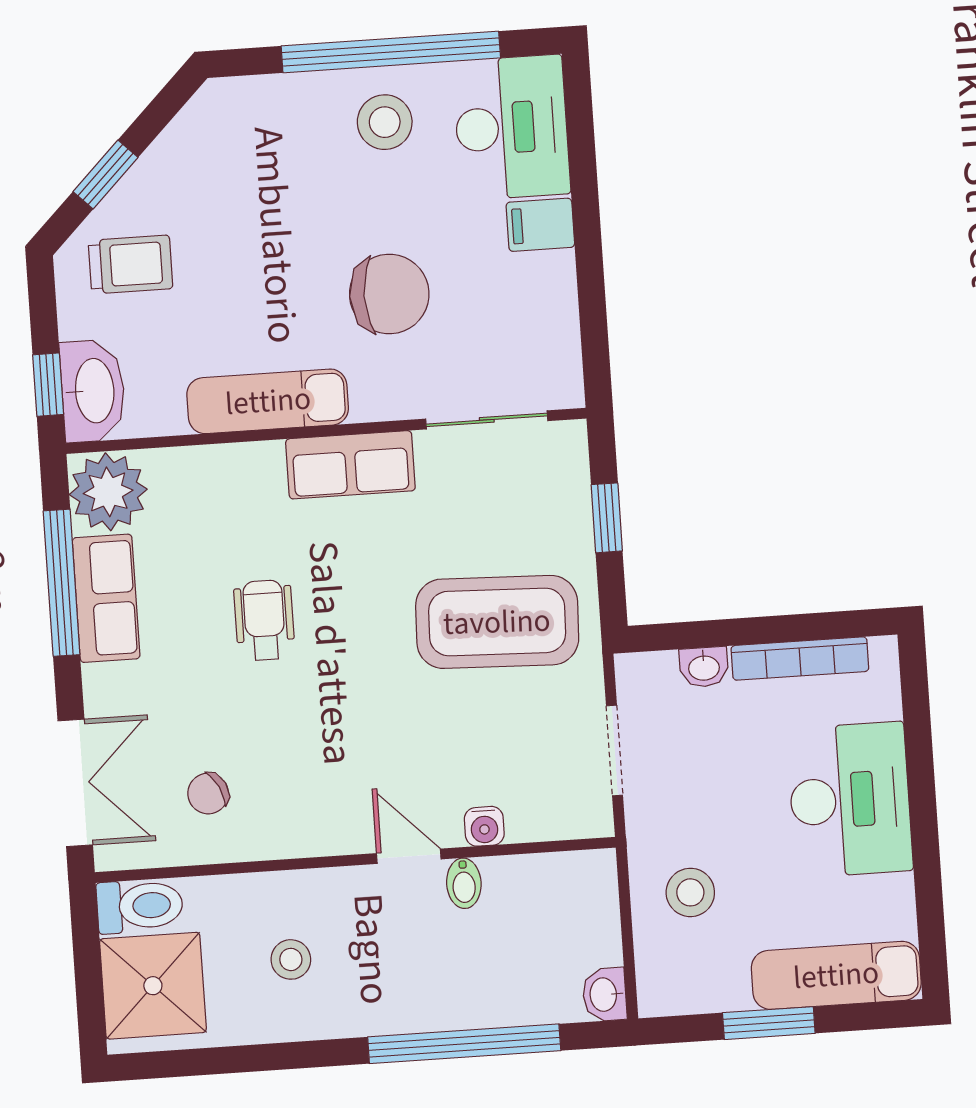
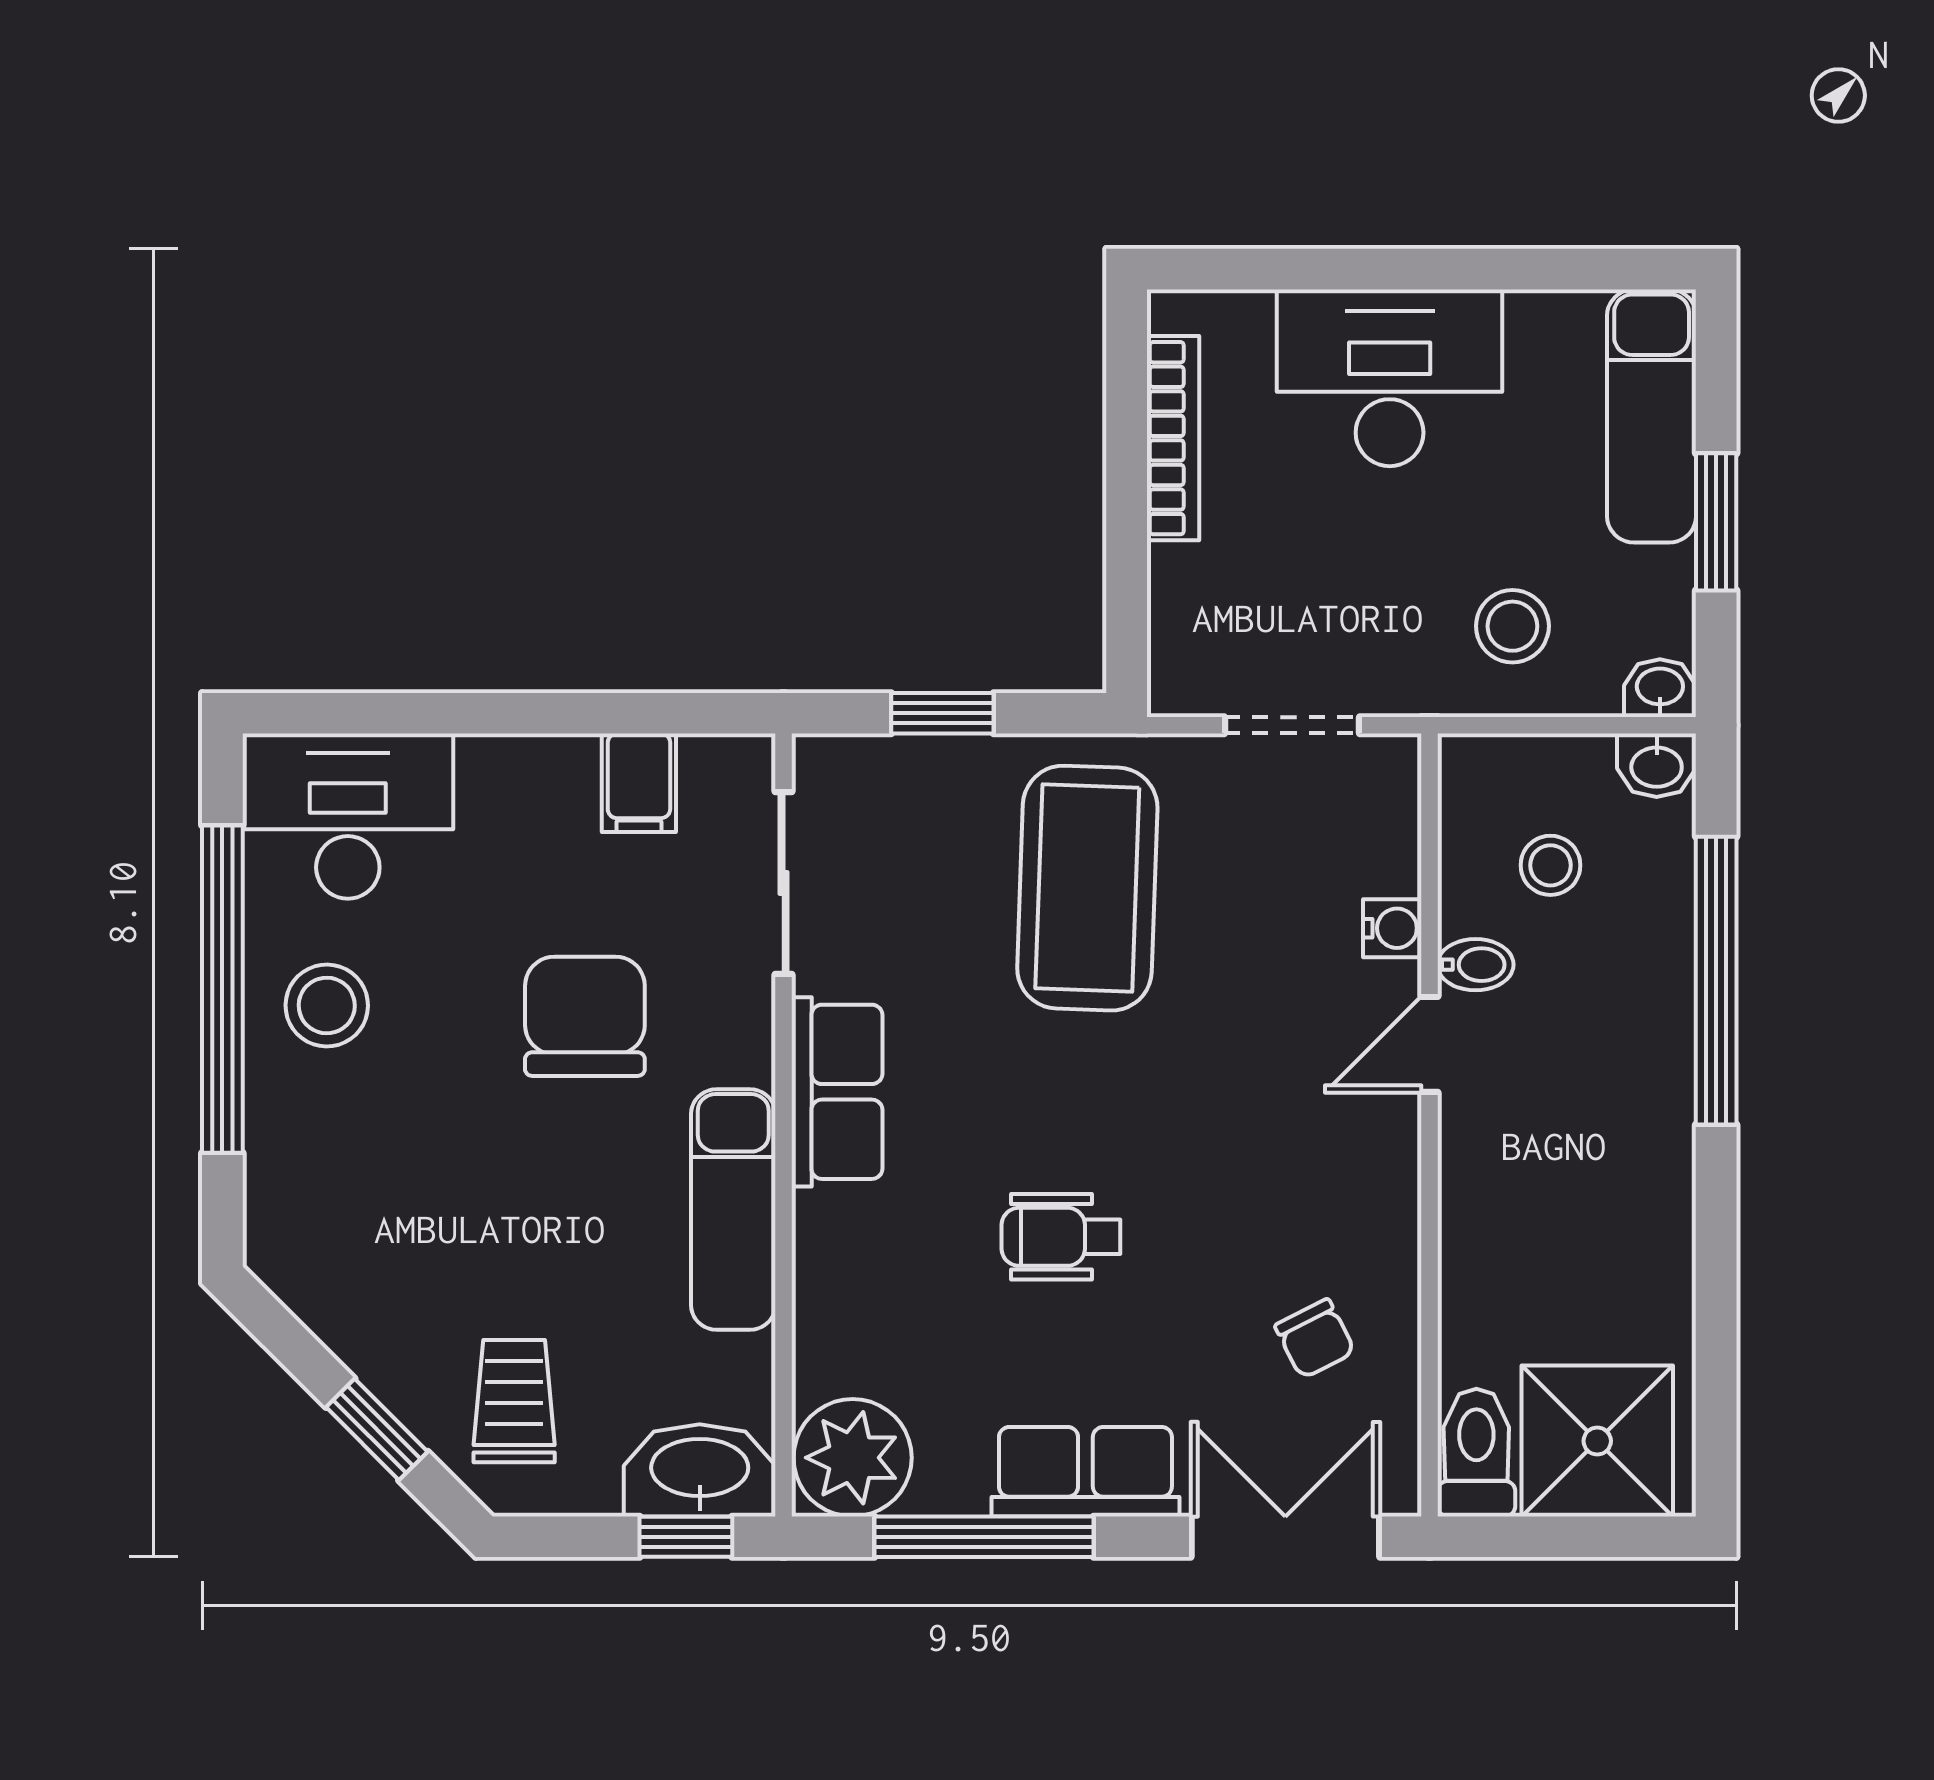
filing cabinet: (540, 225) -> (639, 783), moved
row of seats: (106, 598) -> (1085, 1472), moved
washbasin: (704, 667) -> (1660, 688), moved, turned -90
stool: (291, 959) -> (1550, 865), moved

